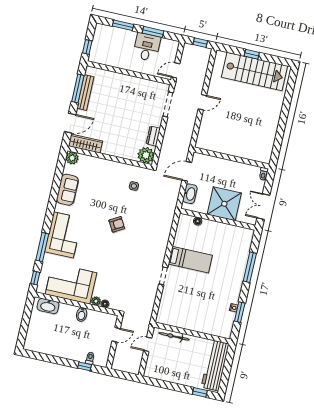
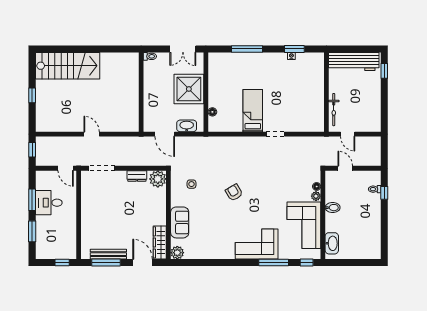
stairs: (255, 72) -> (68, 66), moved, turned 90
sofa: (67, 190) -> (180, 222), moved, turned 90

